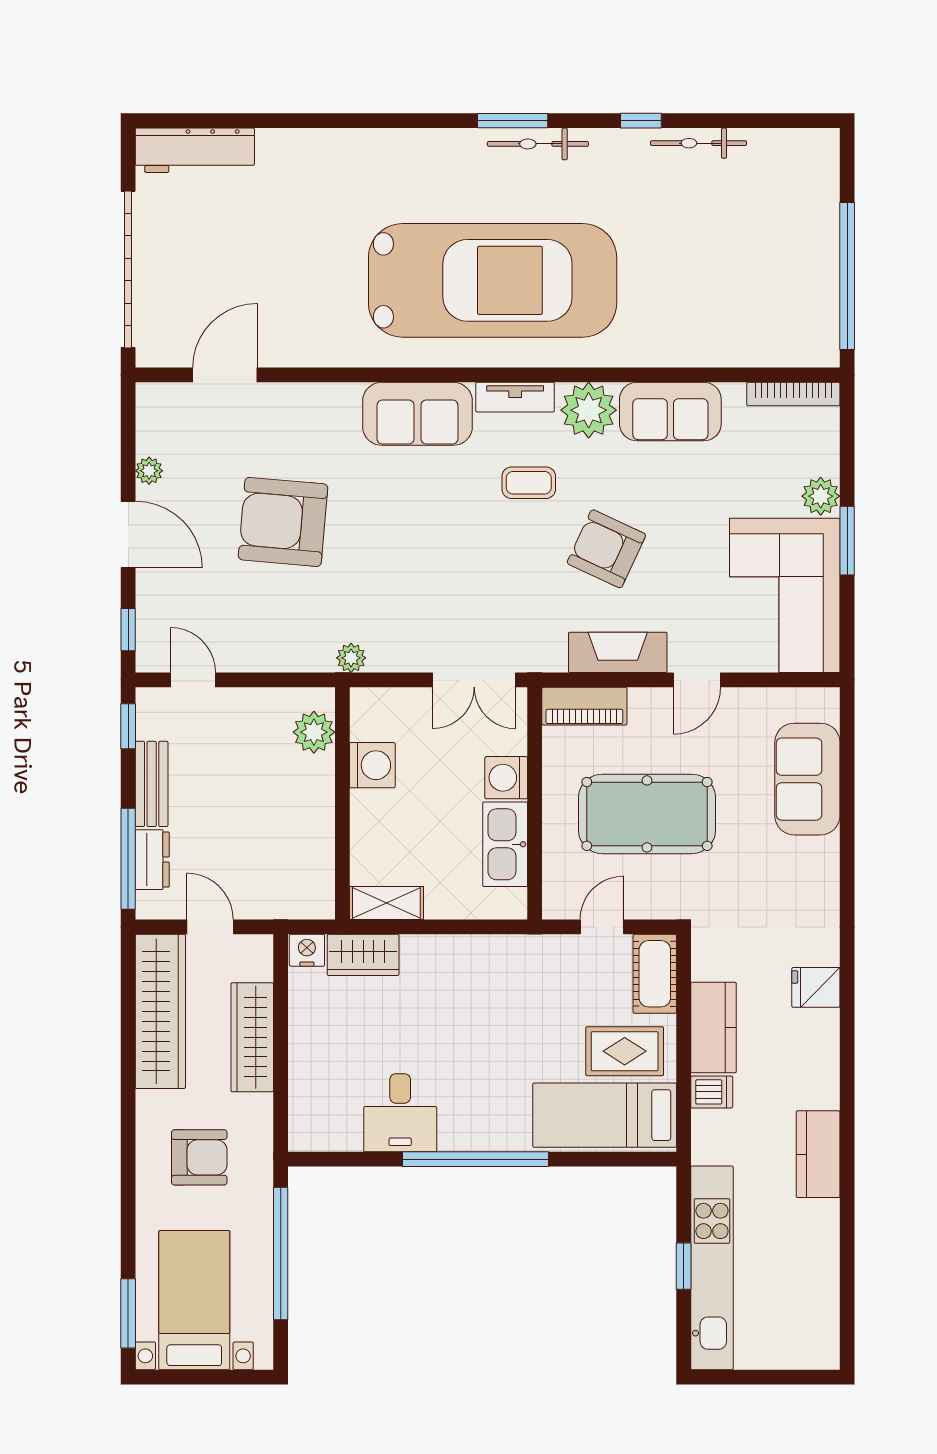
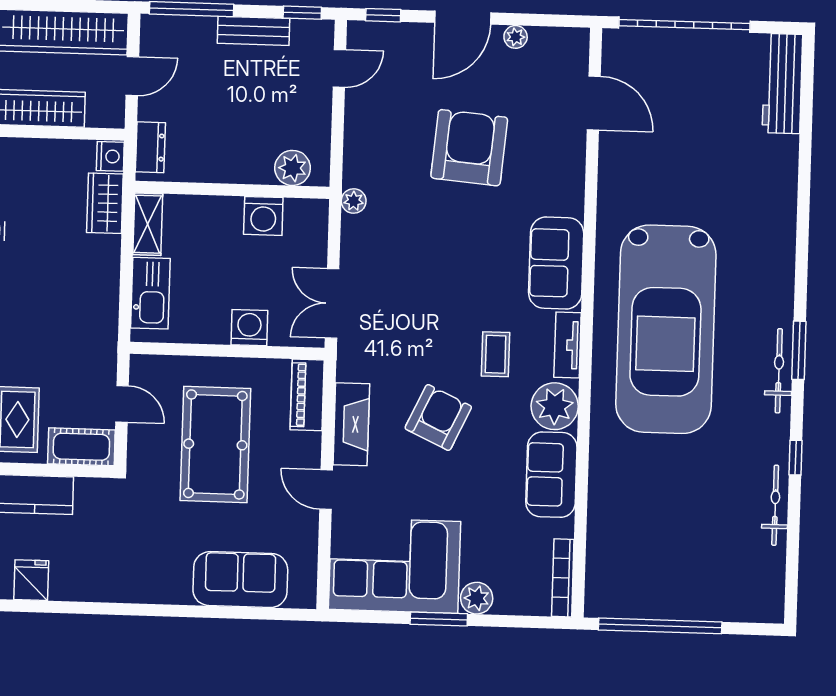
kitchen sink: (505, 844) -> (150, 293), moved, turned 90
dresser: (152, 860) -> (150, 147), moved, turned -90
fridge: (816, 987) -> (31, 580), moved

